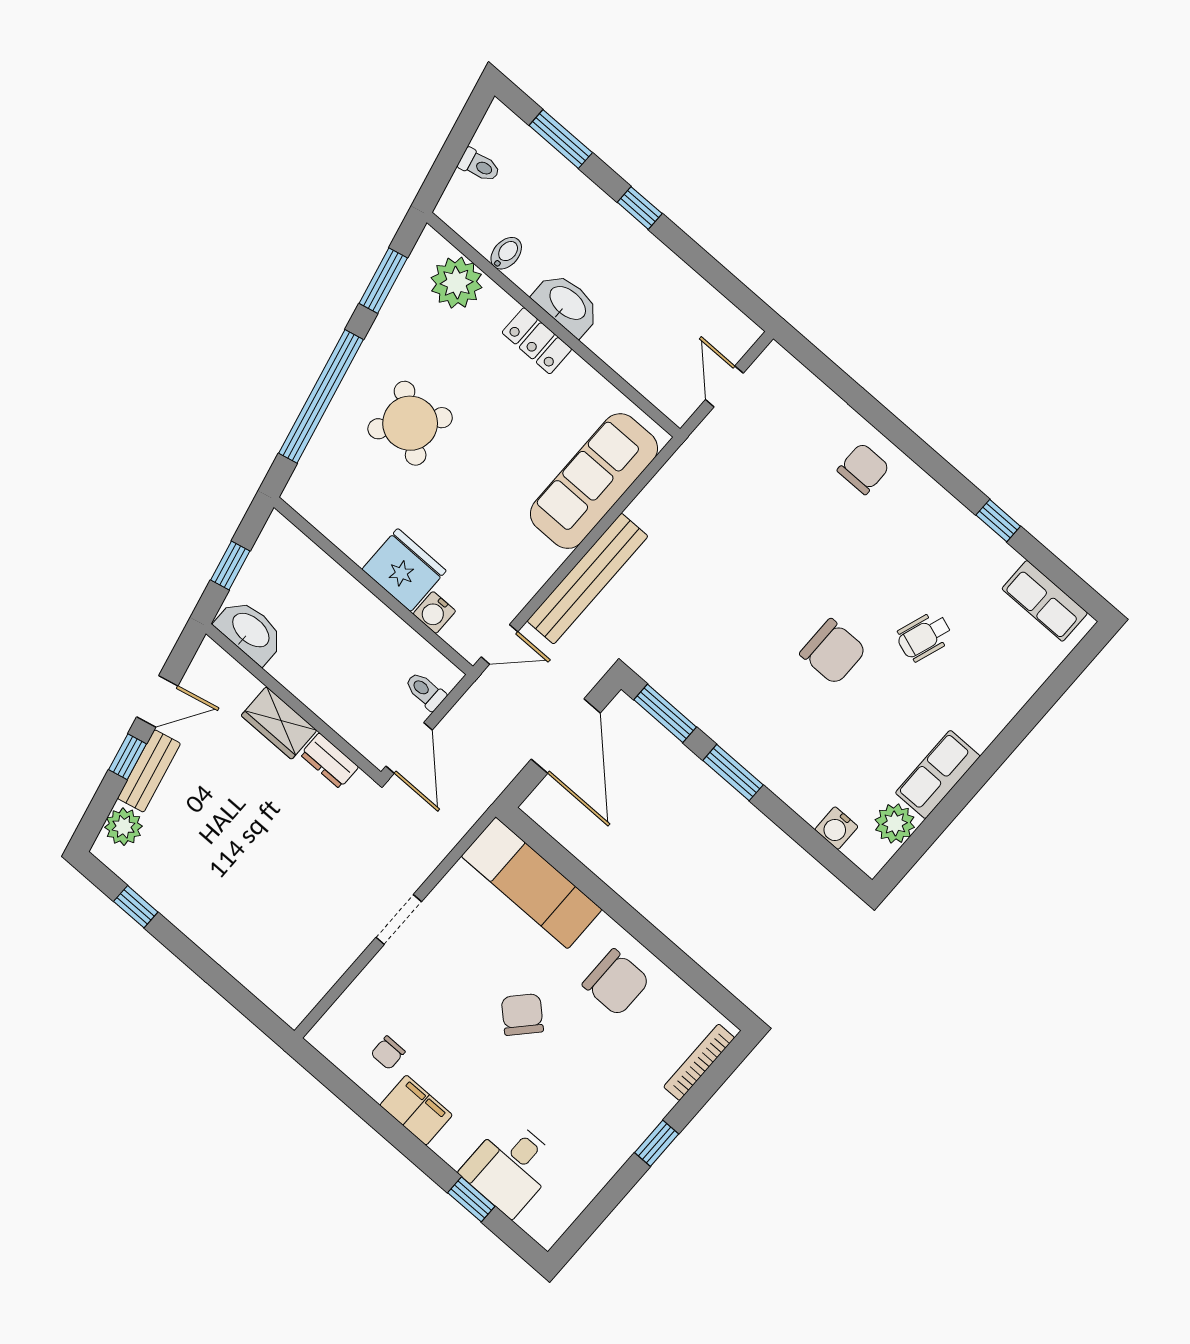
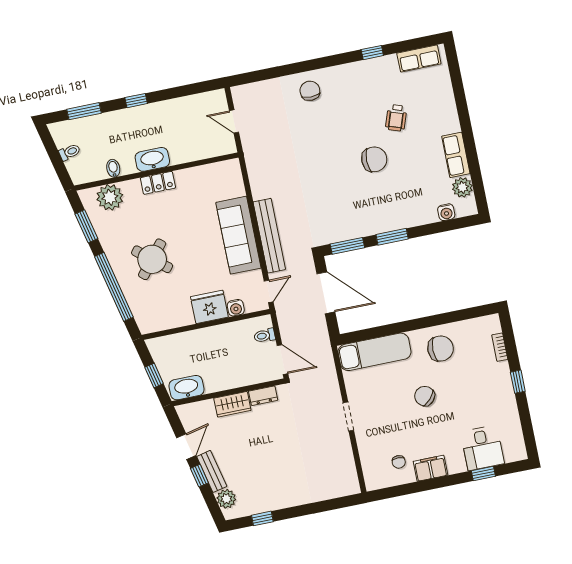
sofa: (594, 481) -> (238, 235), moved
bookcase: (699, 1062) -> (500, 347), width x0.64

